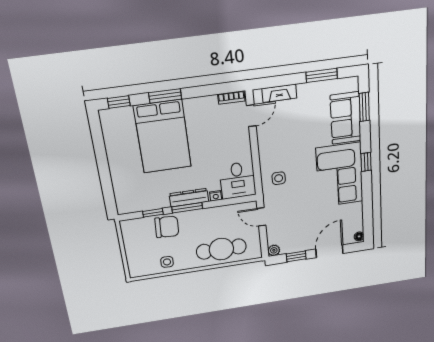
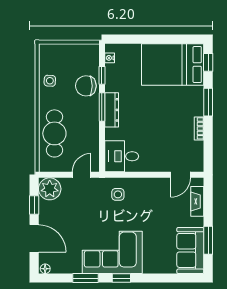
bookcase: (231, 98) -> (199, 128), moved
window: (364, 107) -> (85, 278), moved
door: (251, 116) -> (181, 175), hinge flipped
sofa: (346, 118) -> (190, 250), moved, turned -90
bed: (163, 136) -> (173, 65), moved
nightstand: (216, 196) -> (110, 58), moved
chair: (167, 227) -> (86, 86), turned 87
plant: (274, 250) -> (50, 189), width x1.88, depth x1.88

